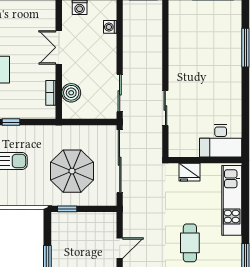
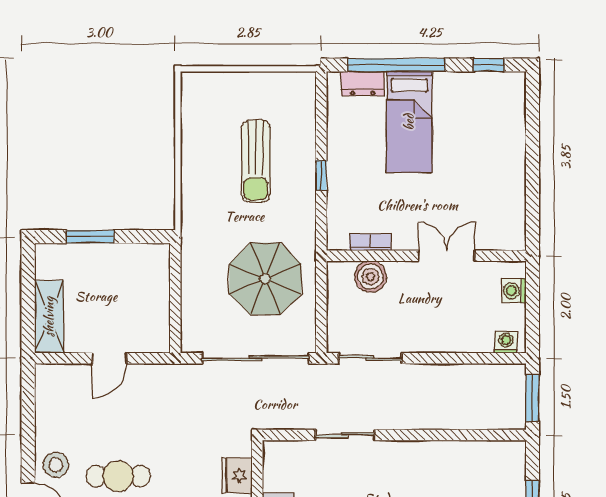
washing machine: (110, 27) -> (506, 342), moved
parasol: (72, 171) -> (265, 279), moved
window: (67, 209) -> (175, 270), removed
door: (120, 248) -> (109, 358), hinge flipped

